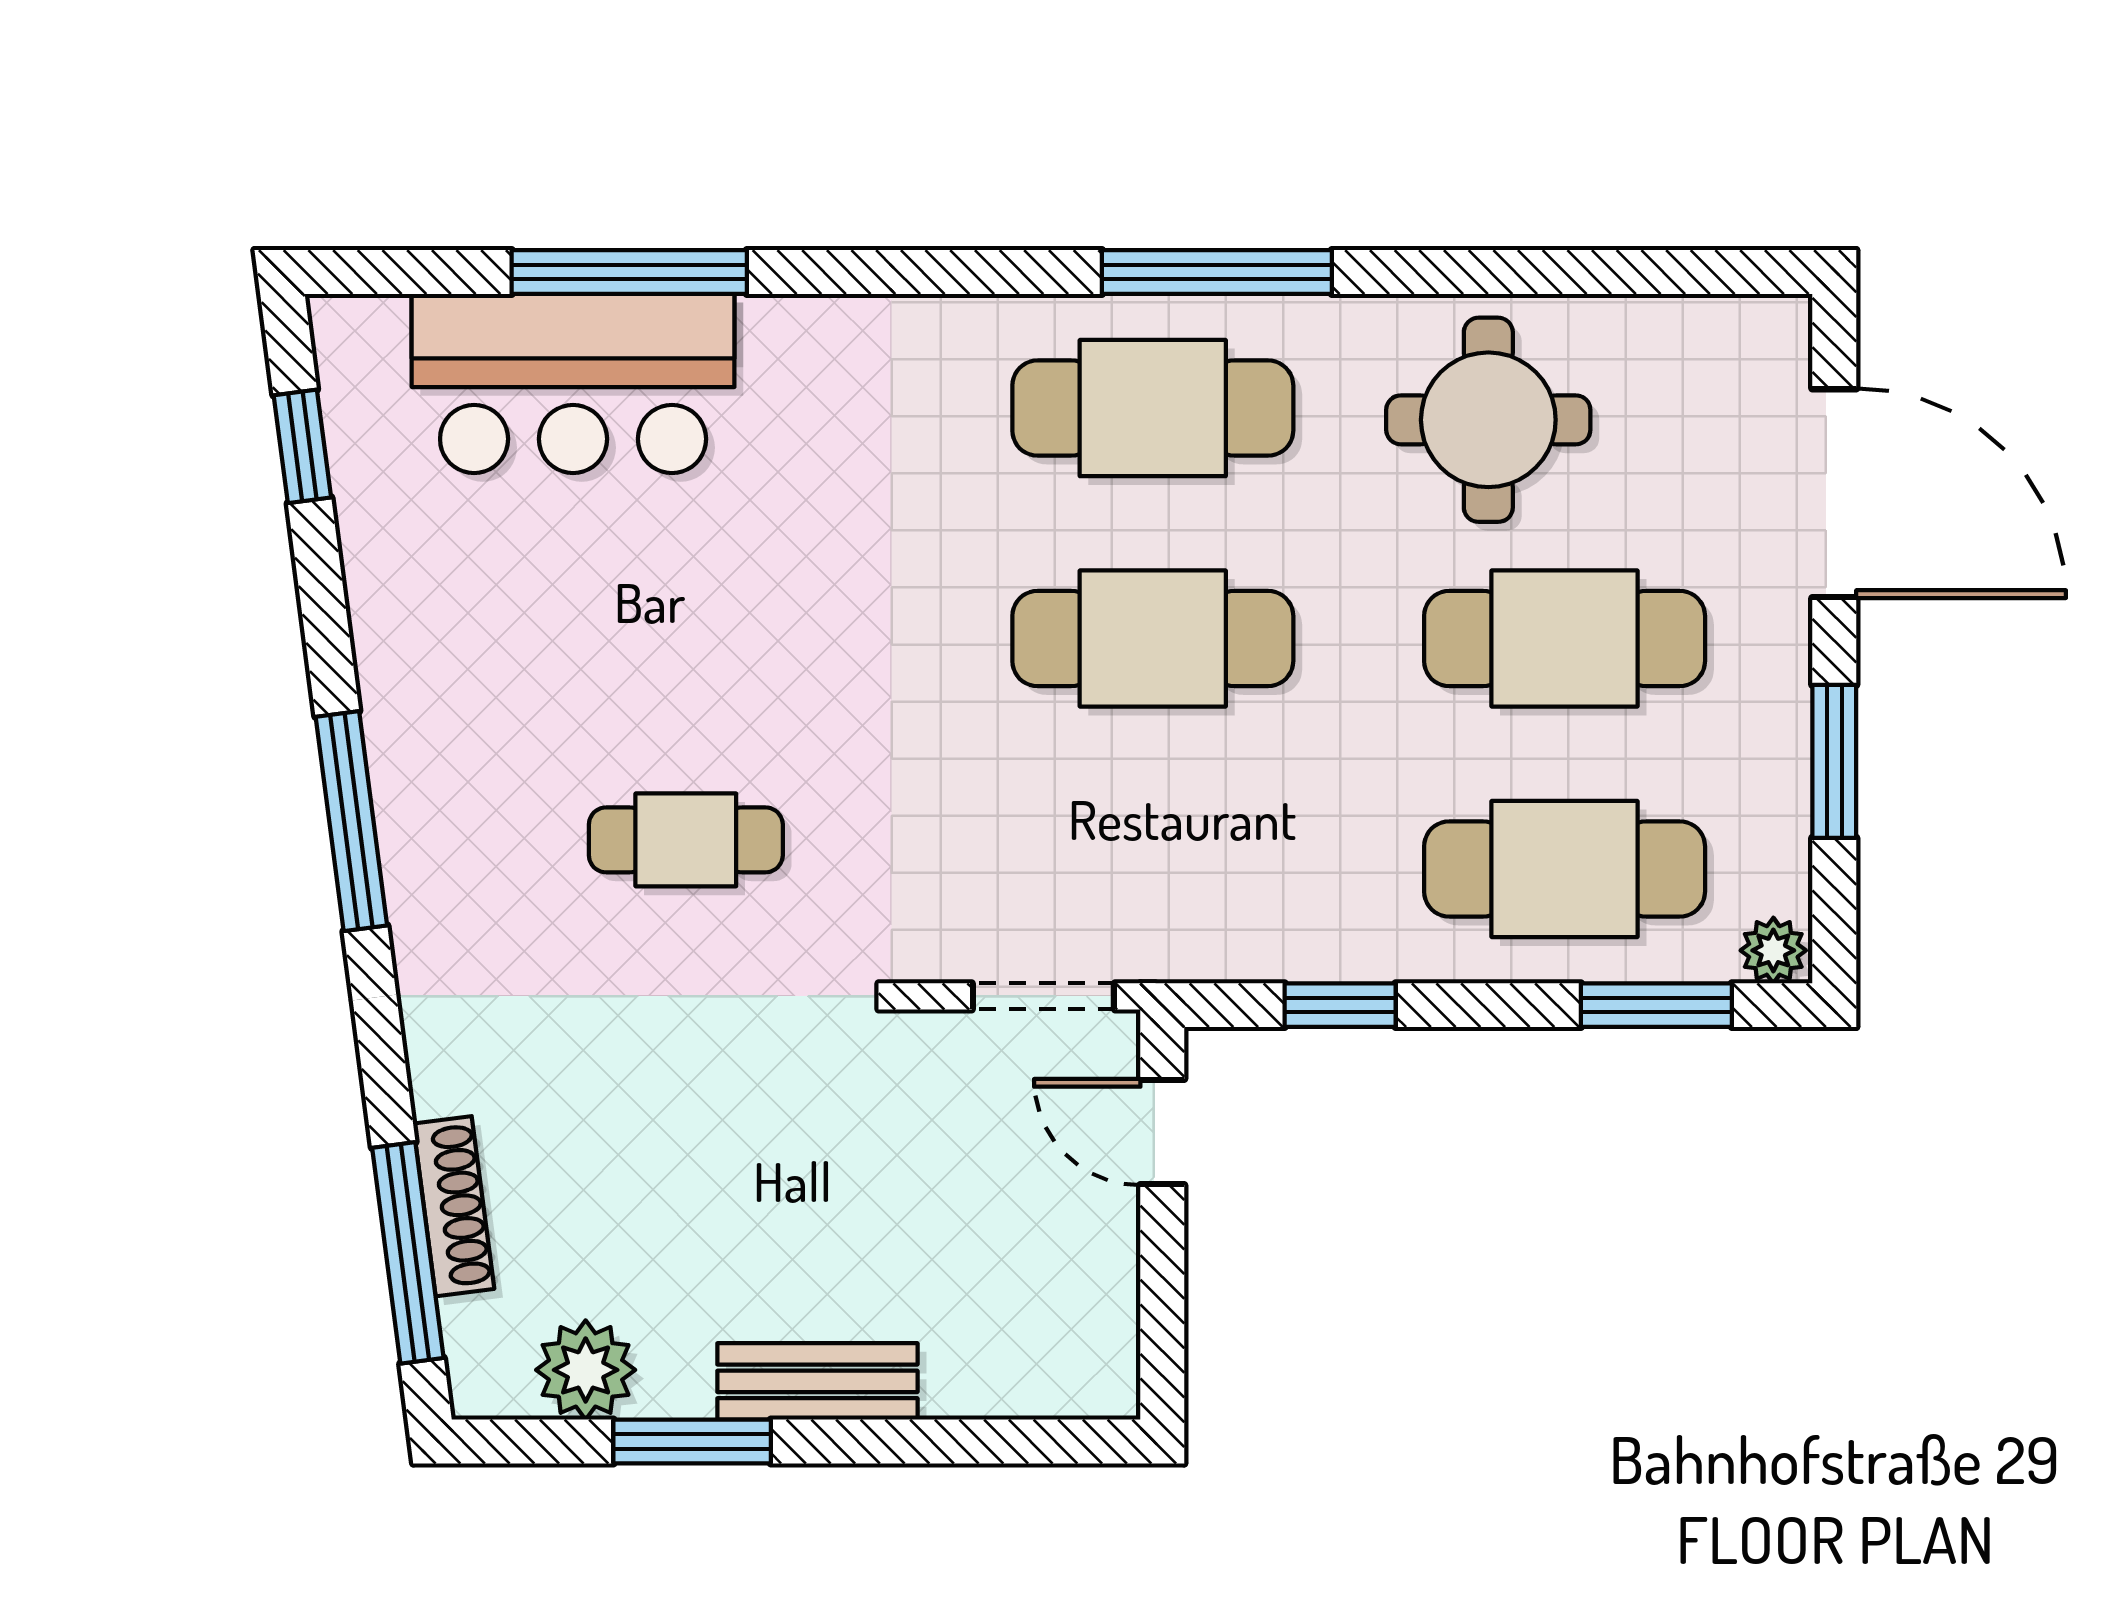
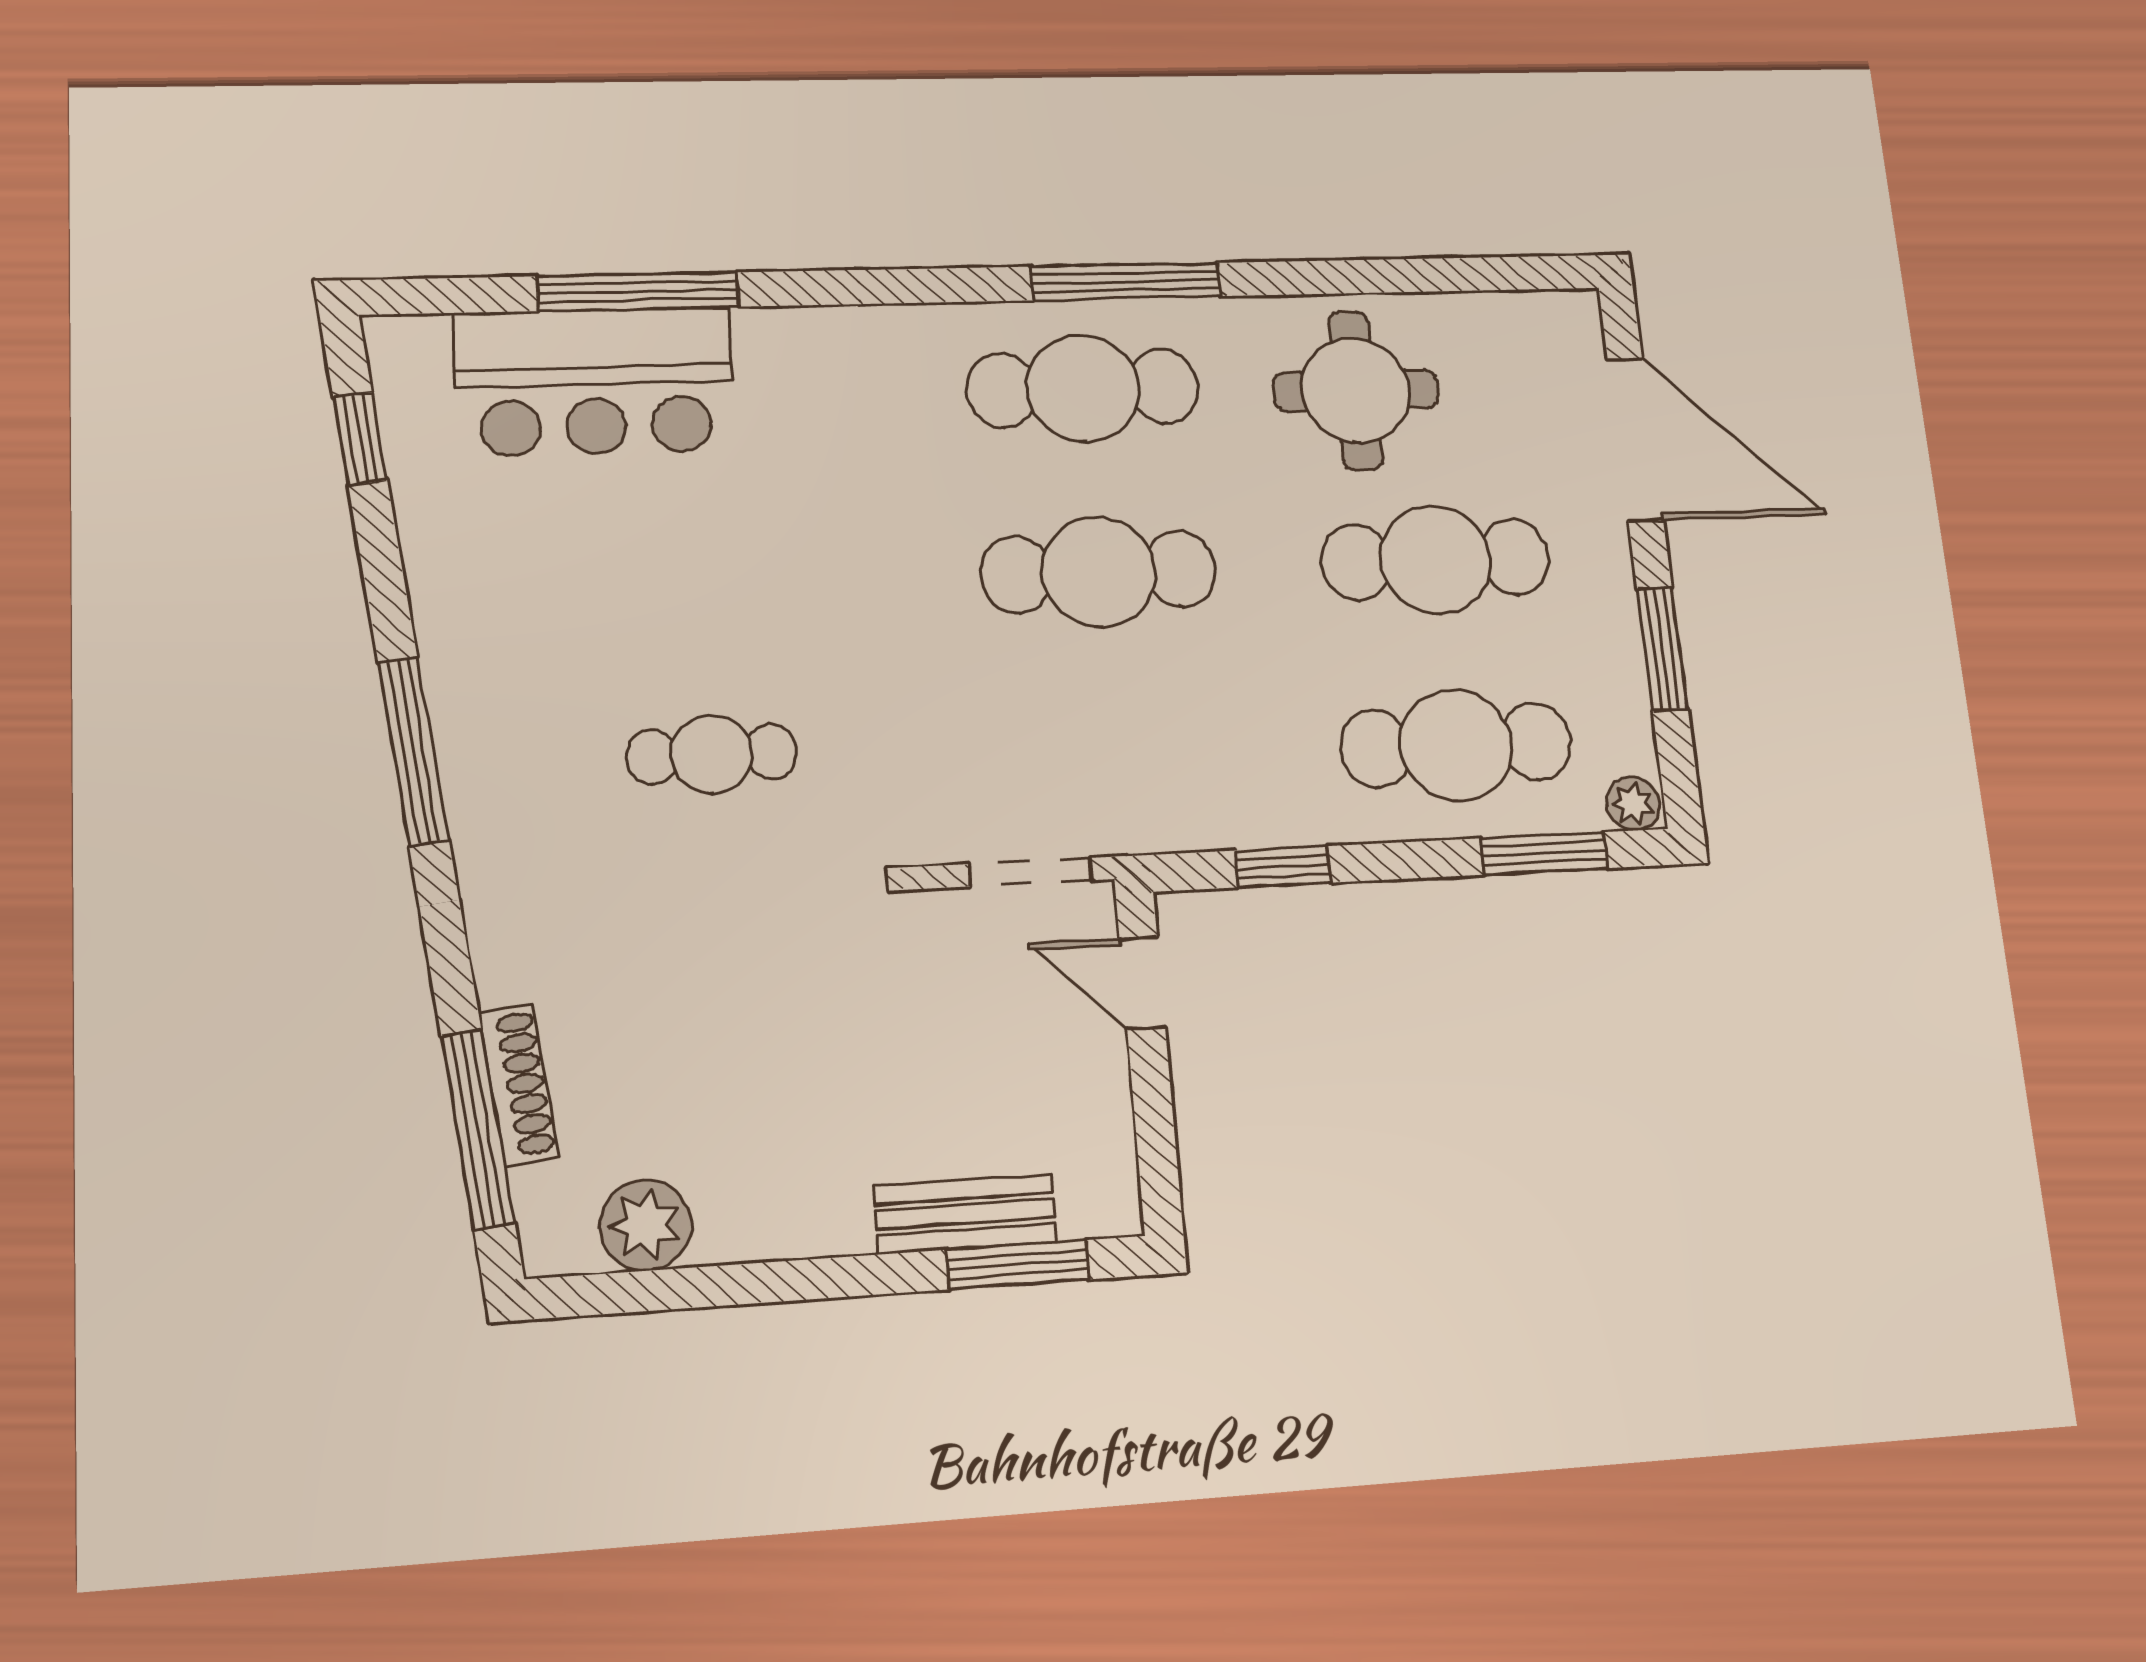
bench: (817, 1381) -> (965, 1214), moved
window: (692, 1441) -> (1018, 1265), moved

